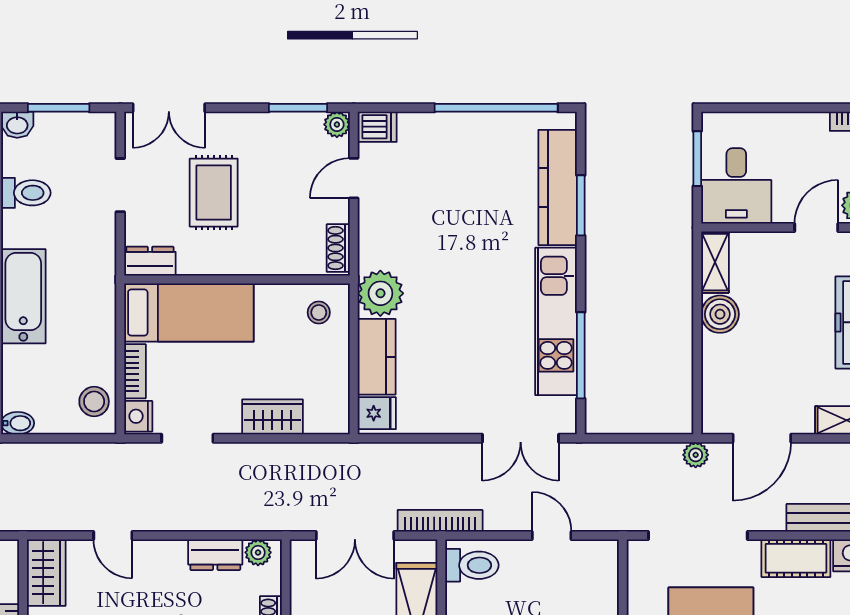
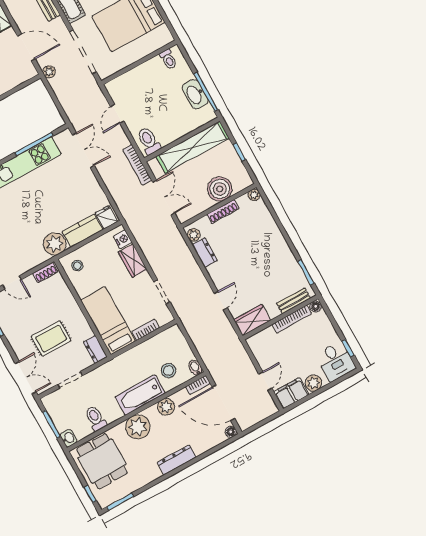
stool: (94, 401) -> (168, 371), moved
nightstand: (138, 416) -> (123, 239), moved, turned -90

